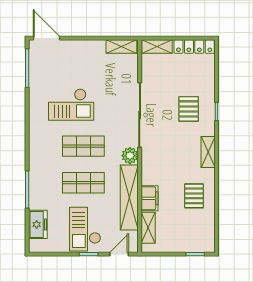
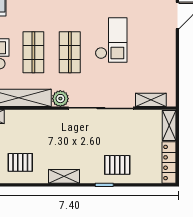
shelving: (121, 47) -> (151, 100), moved, turned 90
checkout: (71, 105) -> (111, 40), turned 180
pallet: (189, 109) -> (117, 165), moved
filing cabinet: (149, 198) -> (18, 118), removed

